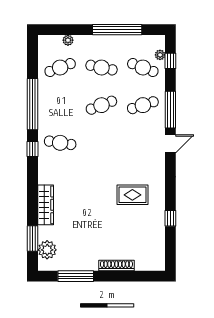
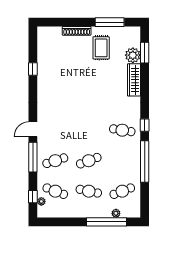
window: (117, 30) -> (107, 222), moved
rug: (132, 195) -> (101, 48), moved, turned 90
plant: (47, 250) -> (133, 55), moved

